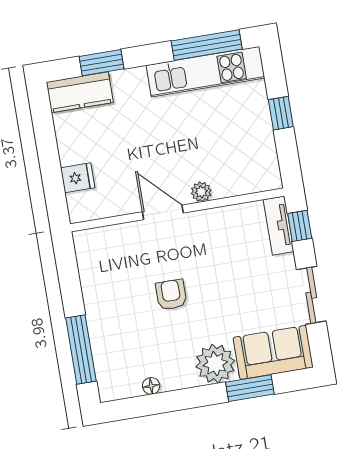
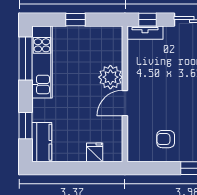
plant: (201, 192) -> (110, 77), width x1.88, depth x1.88
armchair: (171, 295) -> (166, 139), moved

